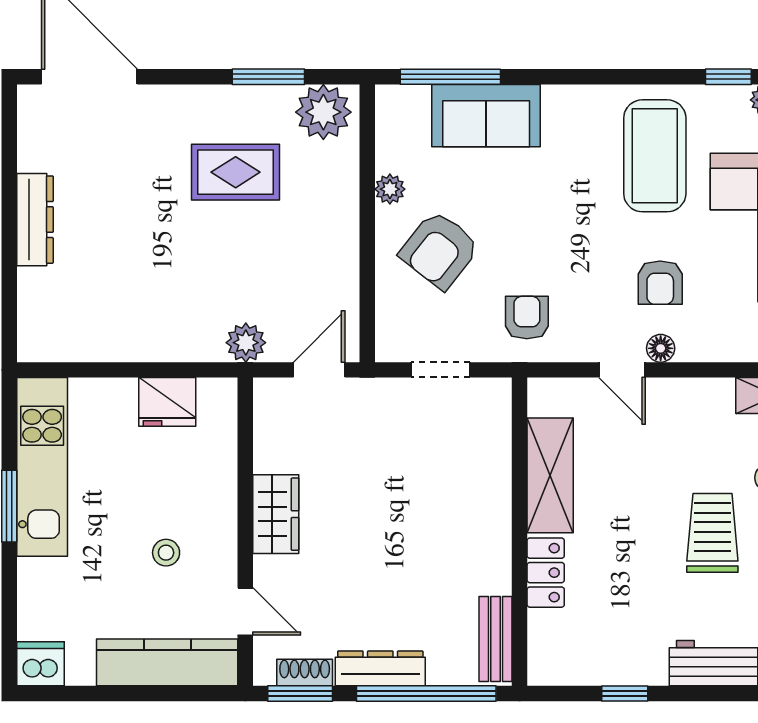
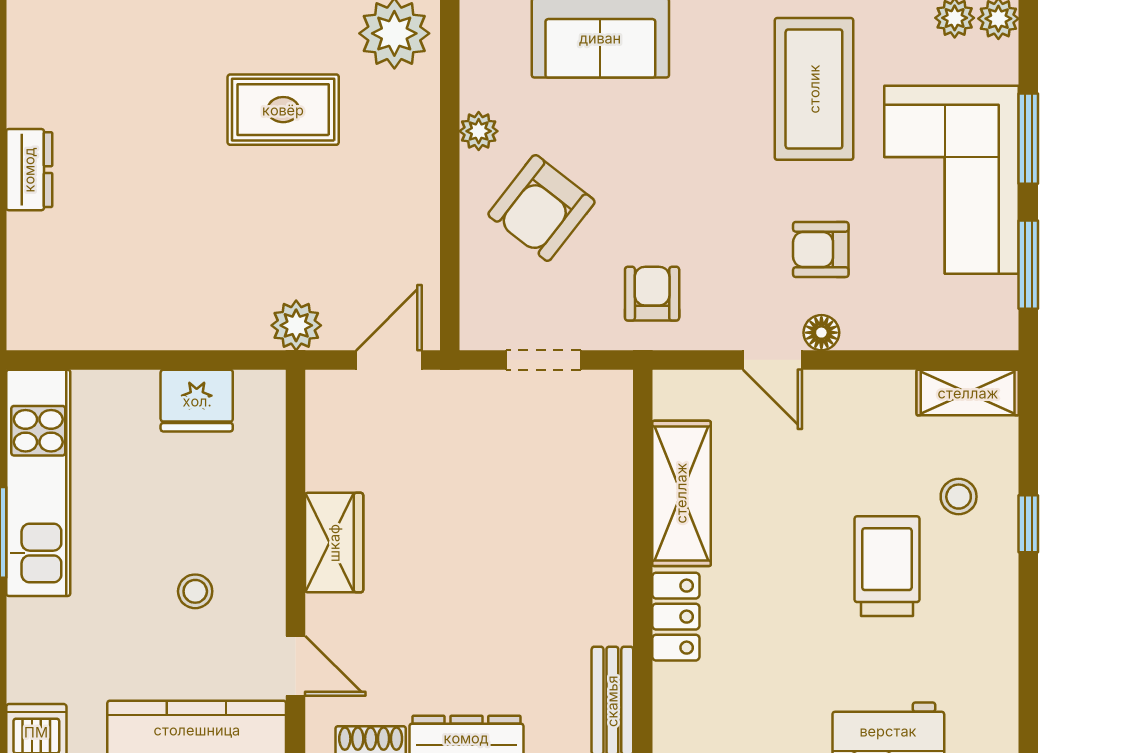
dresser: (35, 220) -> (29, 170), width x0.70
armchair: (660, 283) -> (821, 249), turned 90

